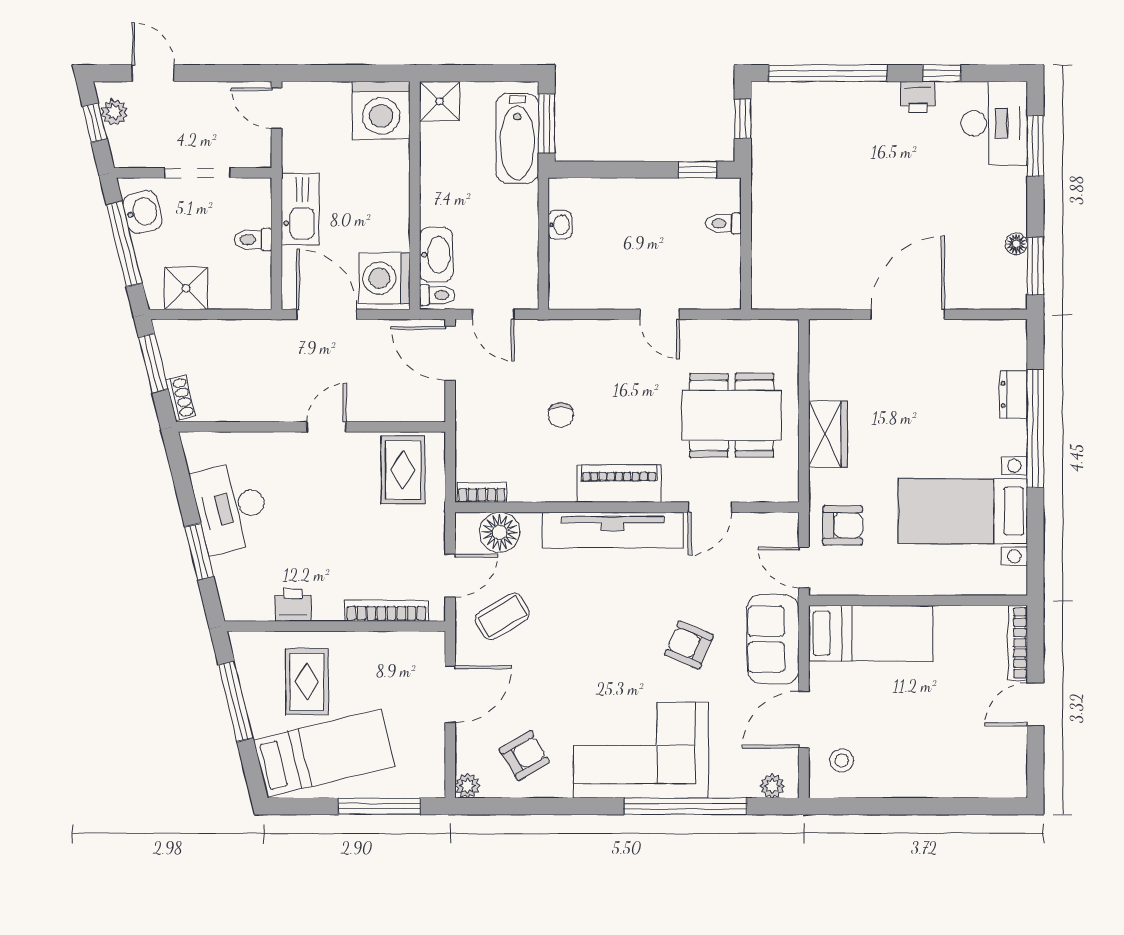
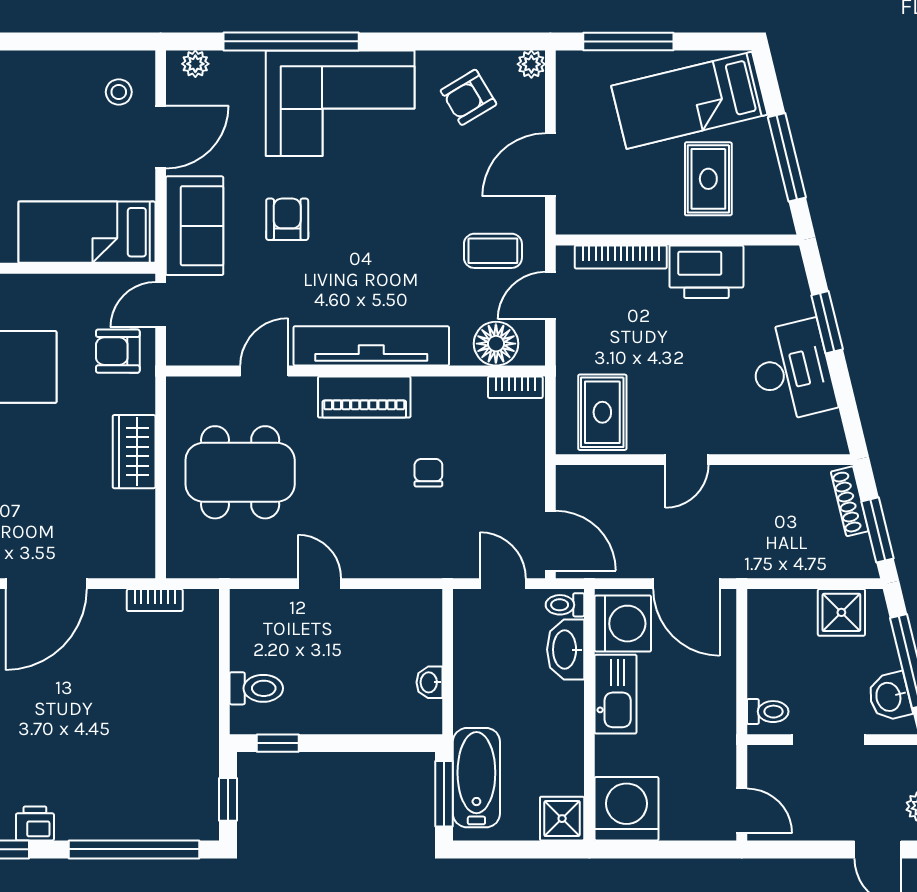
kitchen sink: (300, 209) -> (616, 694), moved, turned 180
toilet: (724, 223) -> (256, 688), width x1.37, depth x1.39
toilet: (253, 240) -> (768, 712), moved
bookcase: (809, 299) -> (155, 600), added
shoe rack: (181, 398) -> (850, 501), width x1.43
door: (804, 568) -> (161, 305), swing flipped
printer: (293, 605) -> (706, 272), width x1.87, depth x1.48
coffee table: (502, 616) -> (493, 251), turned 31
armchair: (689, 645) -> (287, 219), turned -113

